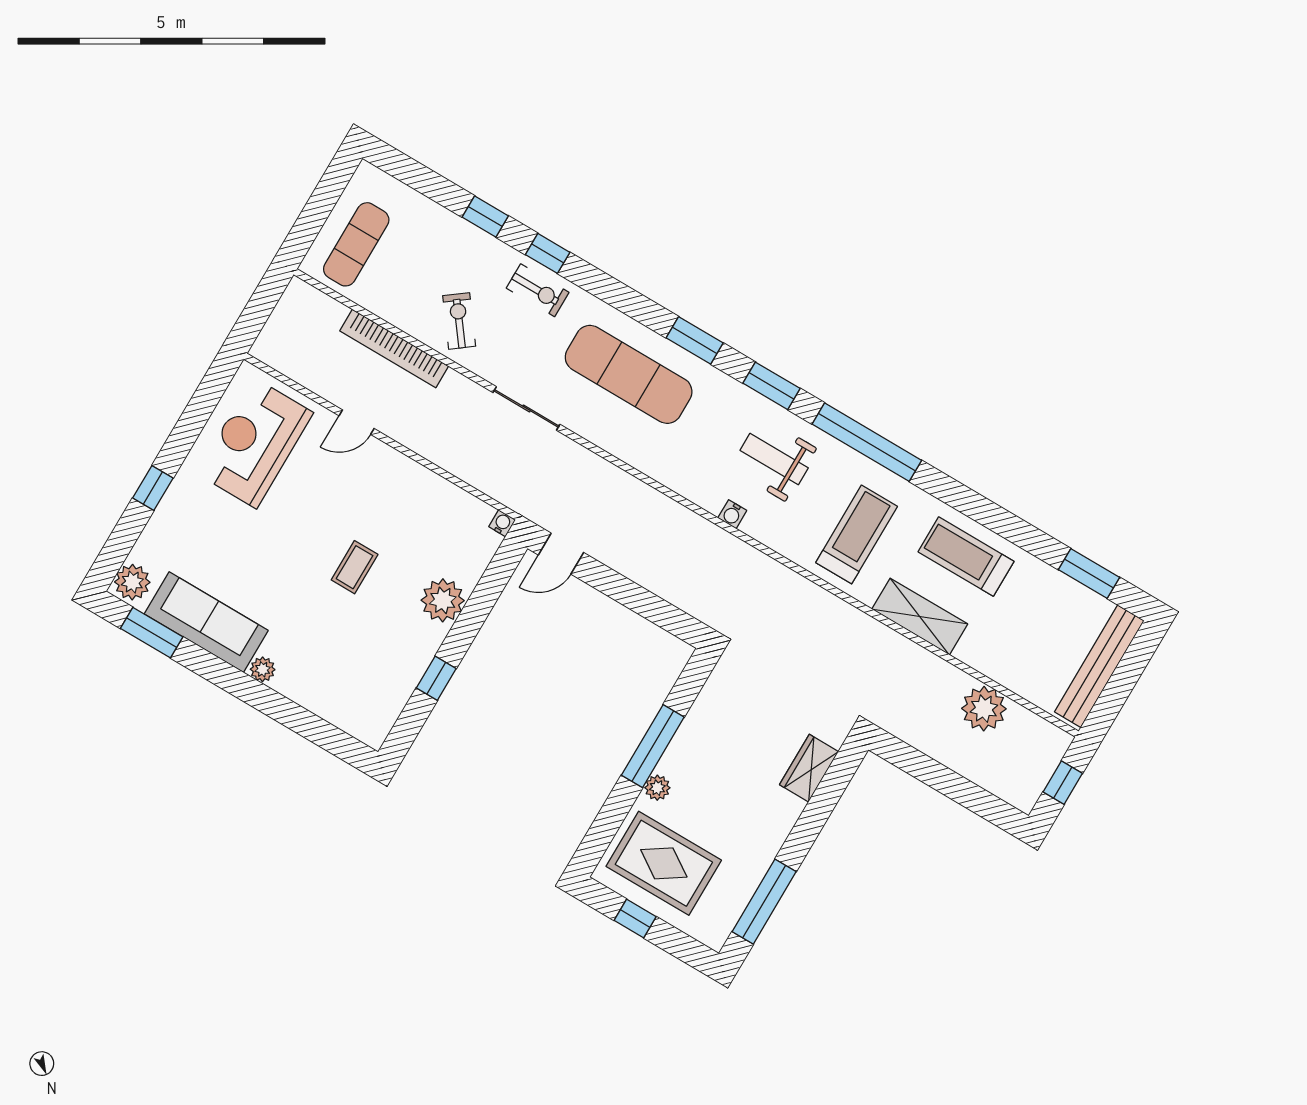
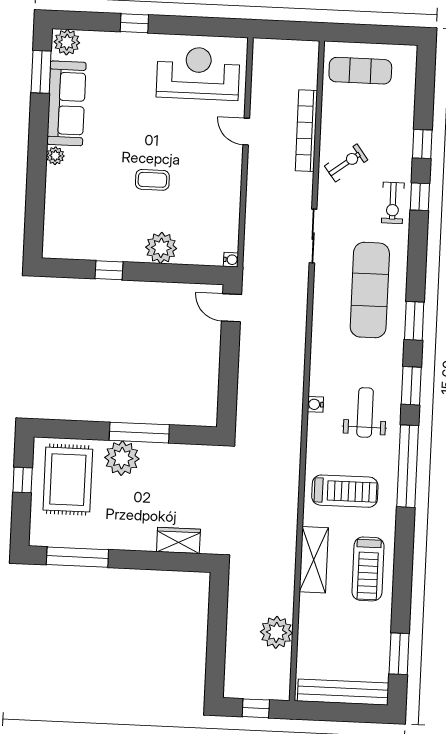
treadmill: (966, 557) -> (368, 569), turned 180
plant: (657, 788) -> (122, 458), width x1.87, depth x1.87

